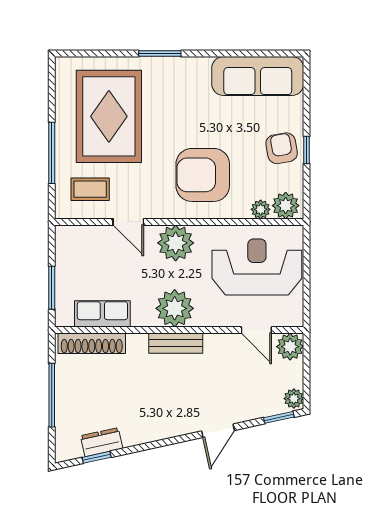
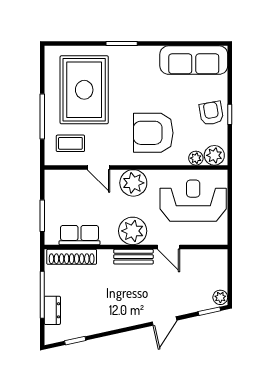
door: (256, 330) -> (169, 247), moved
plant: (290, 347) -> (218, 259), removed
dresser: (102, 442) -> (52, 310), moved, turned 102

